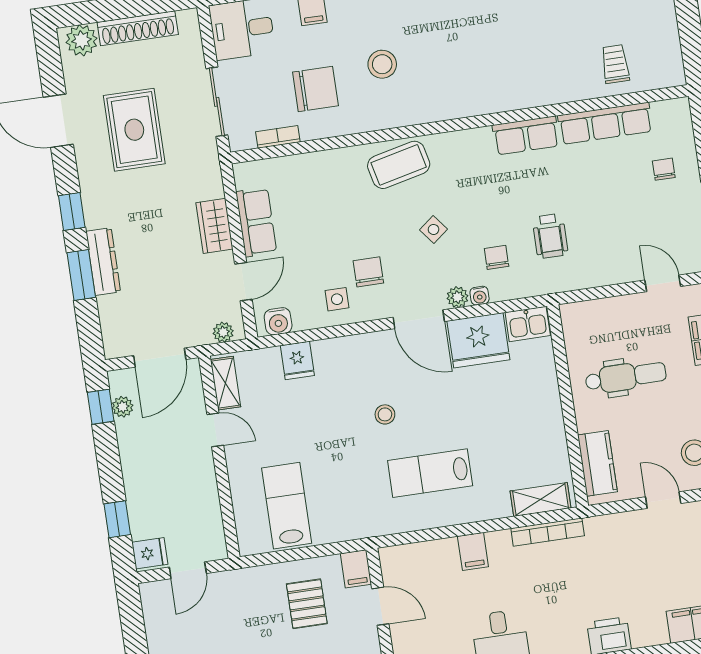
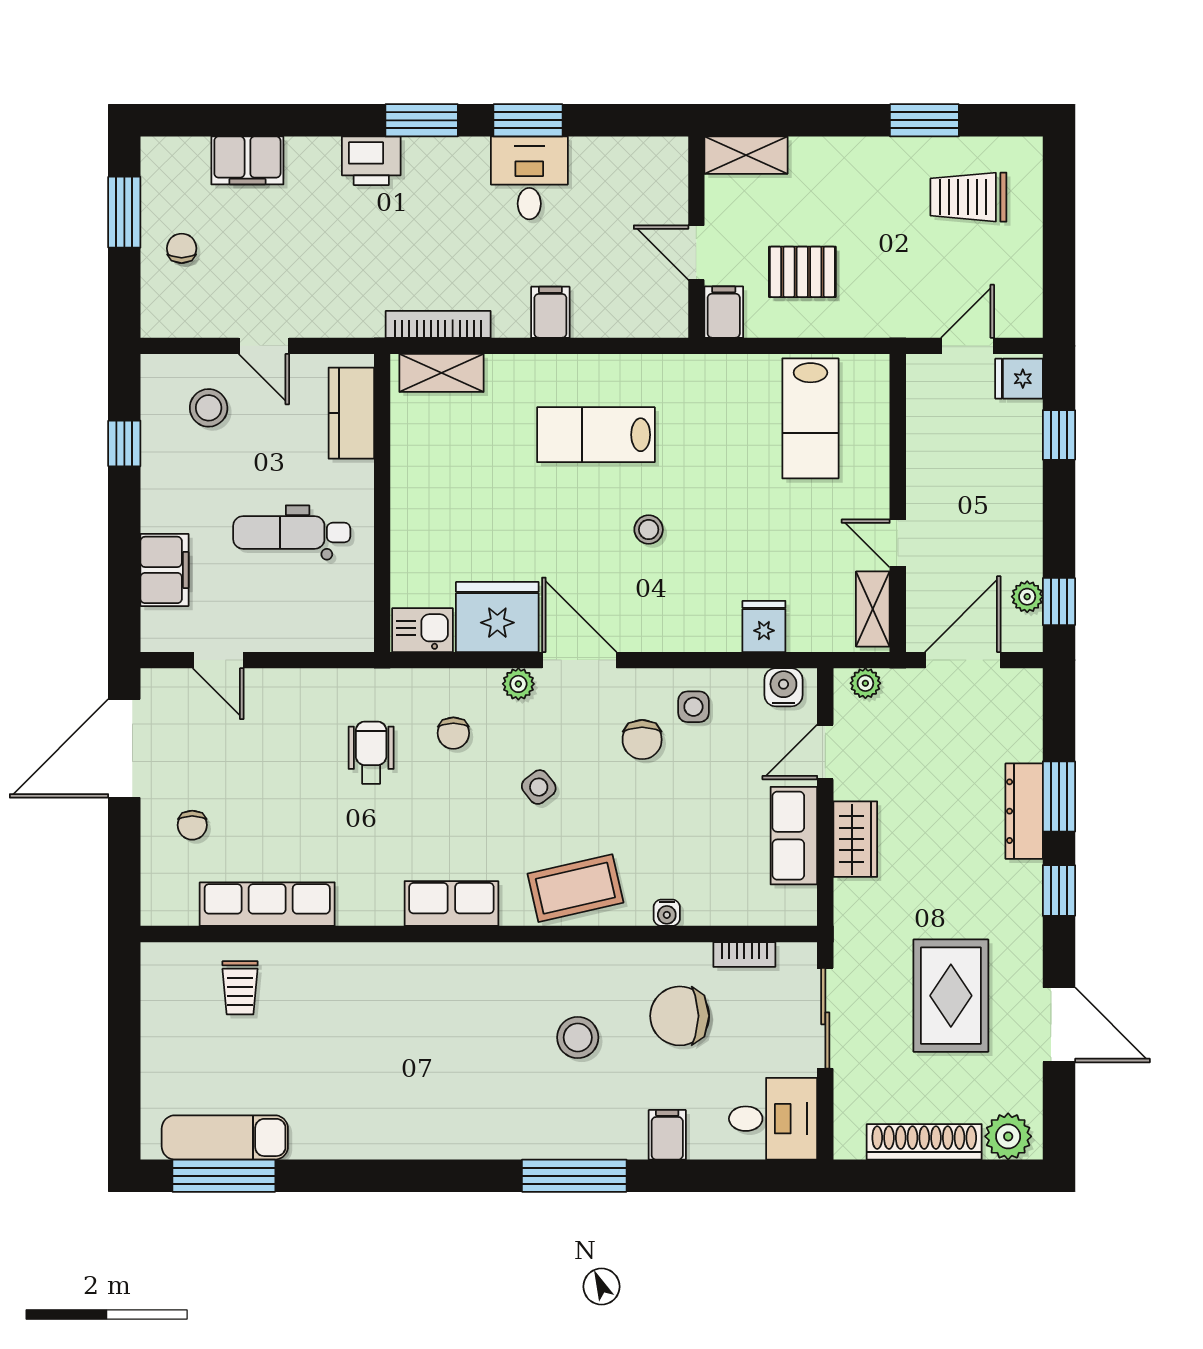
row of seats: (526, 135) -> (451, 904), moved
water cooler: (480, 296) -> (667, 913), moved, turned 180
lab bench: (430, 473) -> (596, 435), turned 180
pallet: (307, 604) -> (802, 272), turned 90

